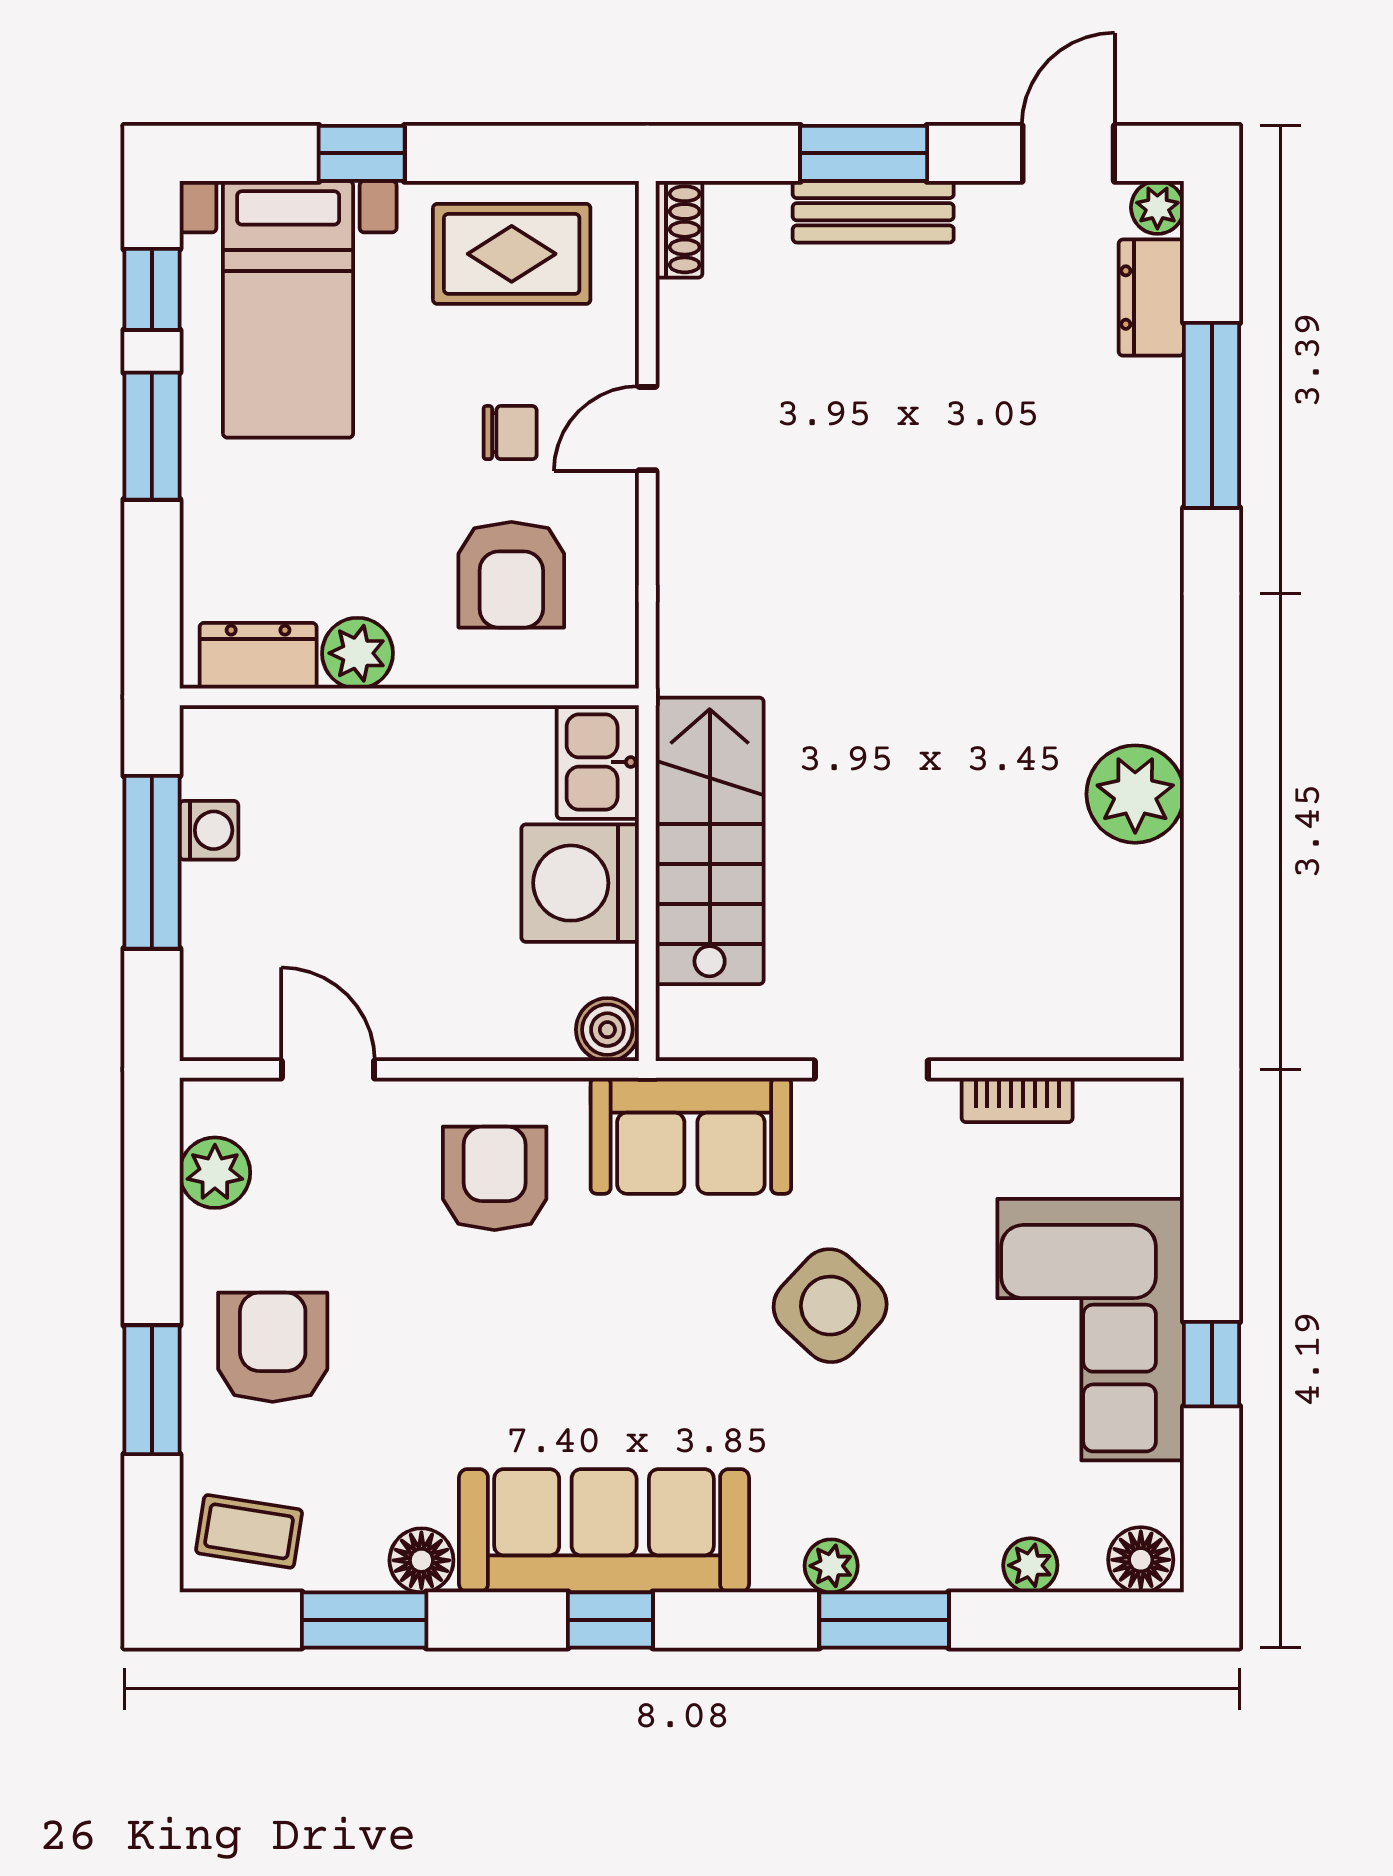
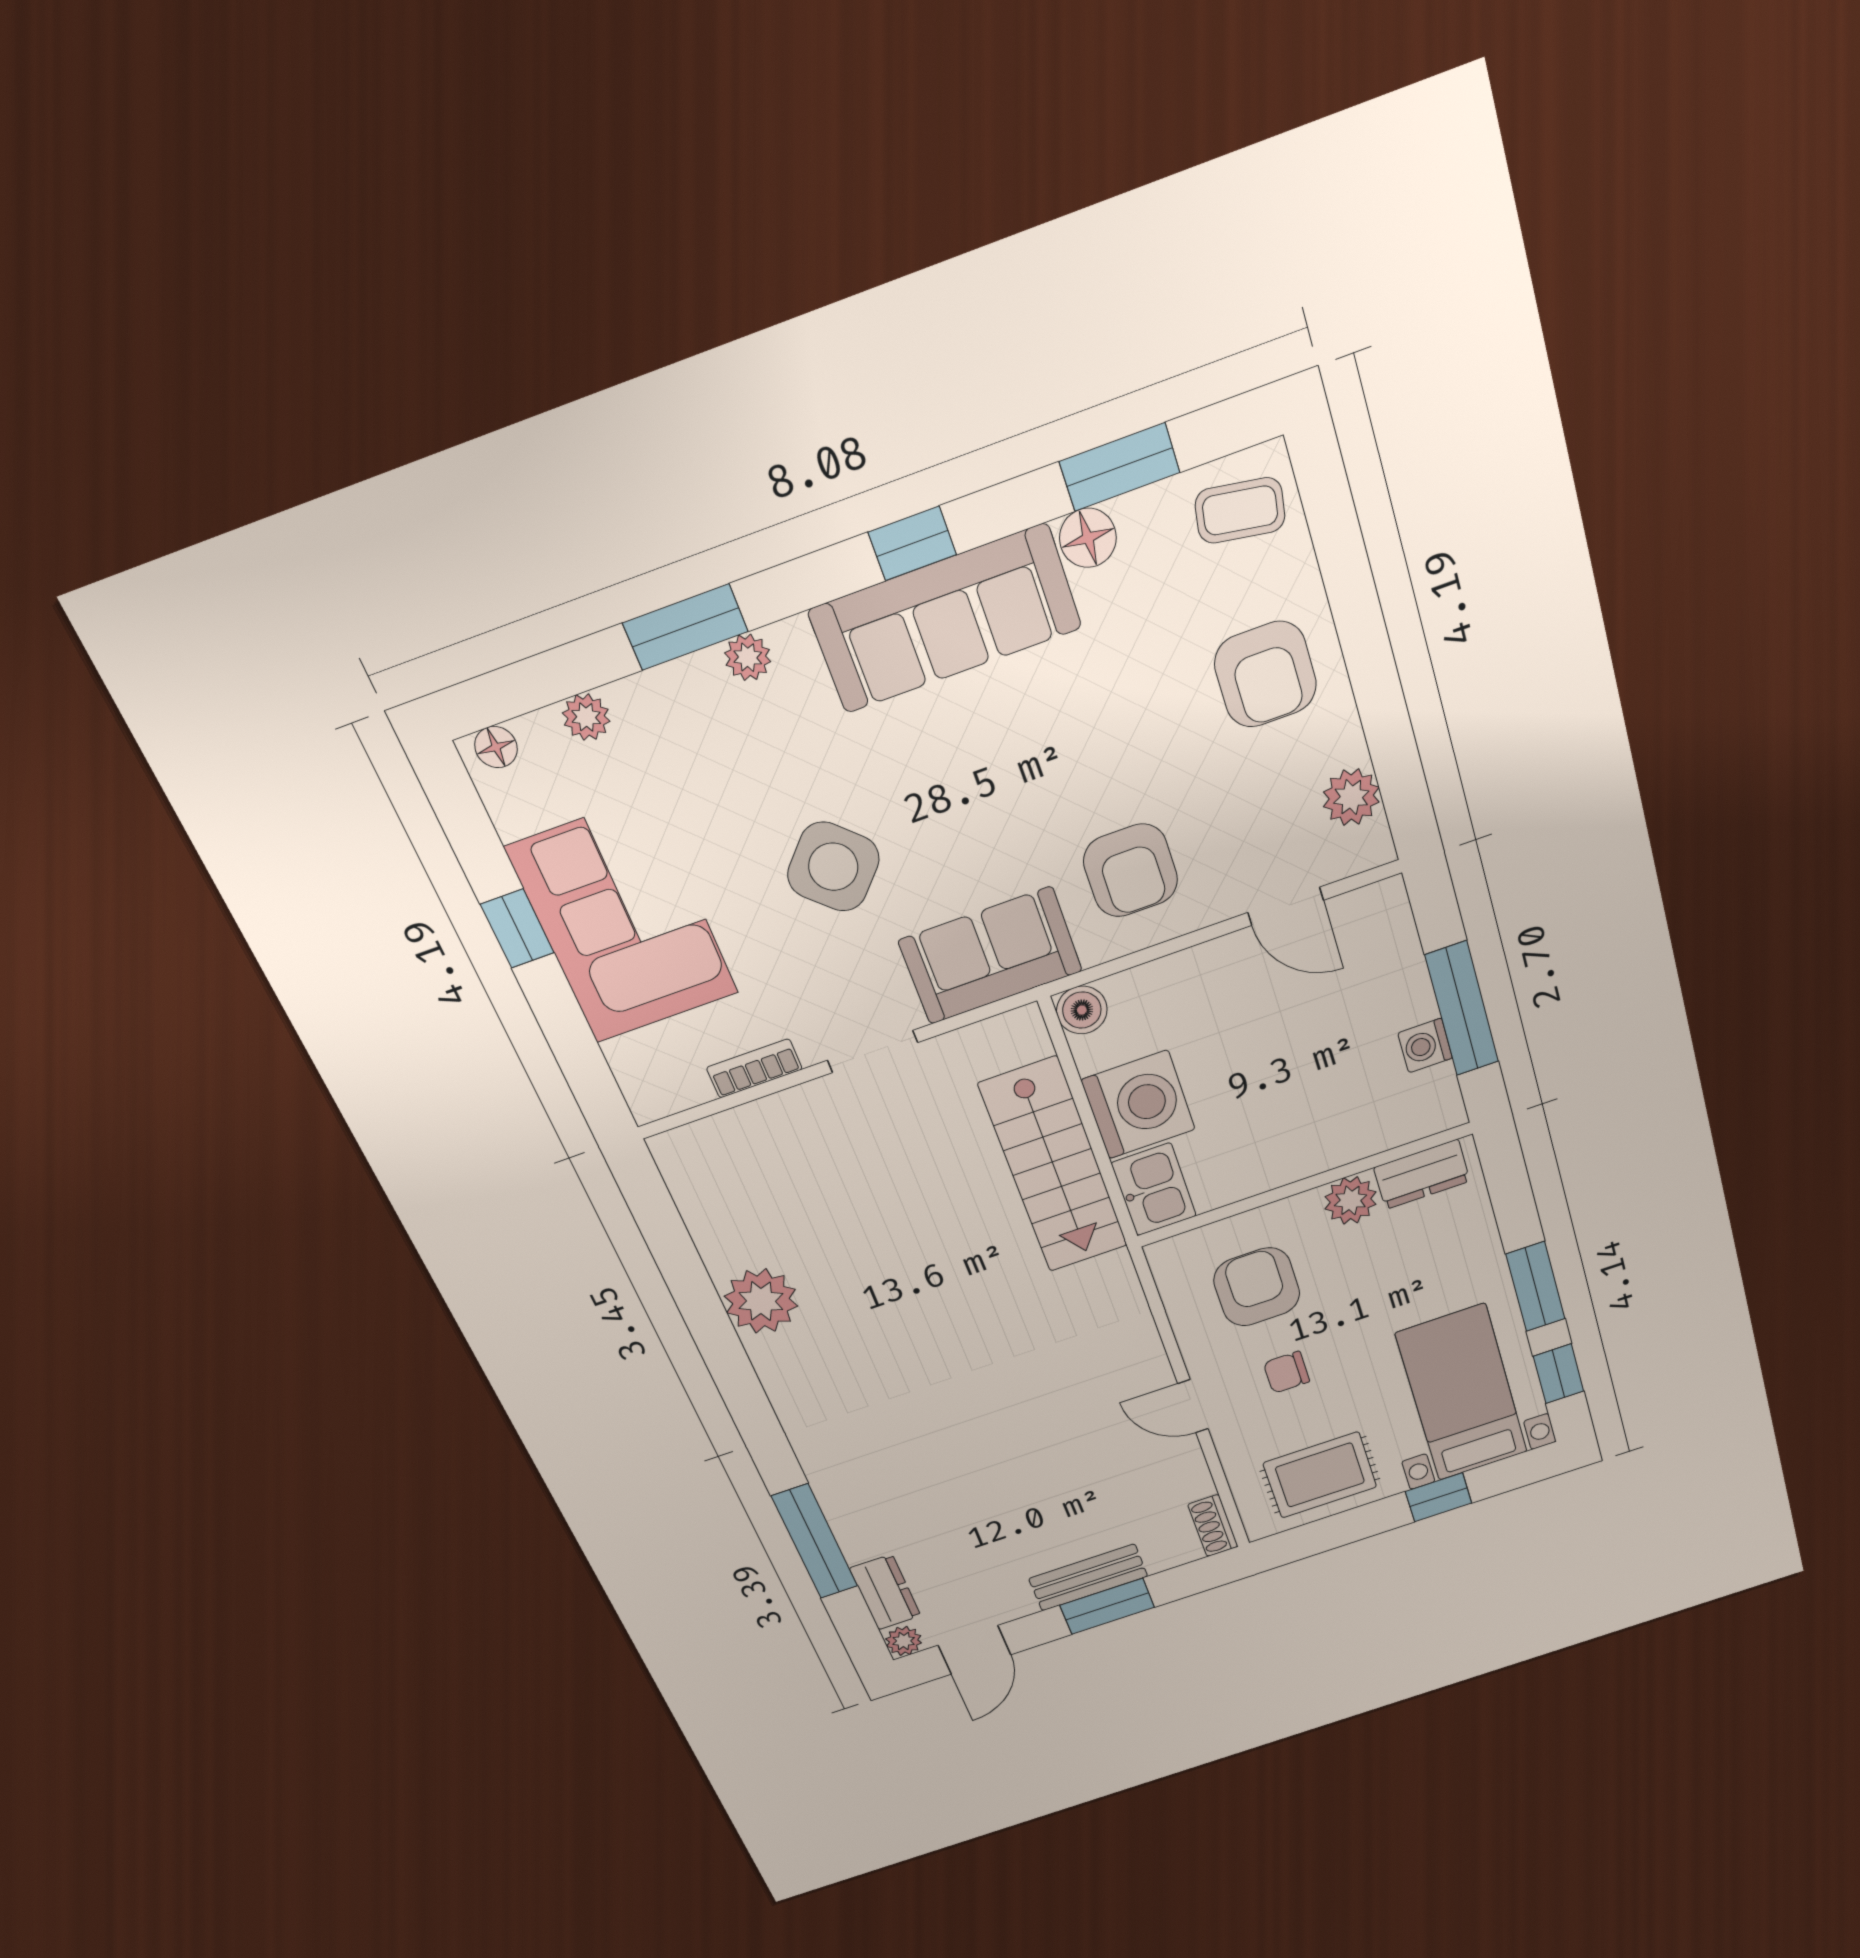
door: (647, 429) -> (1193, 1406), swing flipped
window: (152, 1390) -> (1354, 603), removed
floor lamp: (1141, 1560) -> (496, 747), width x0.73, depth x0.73

